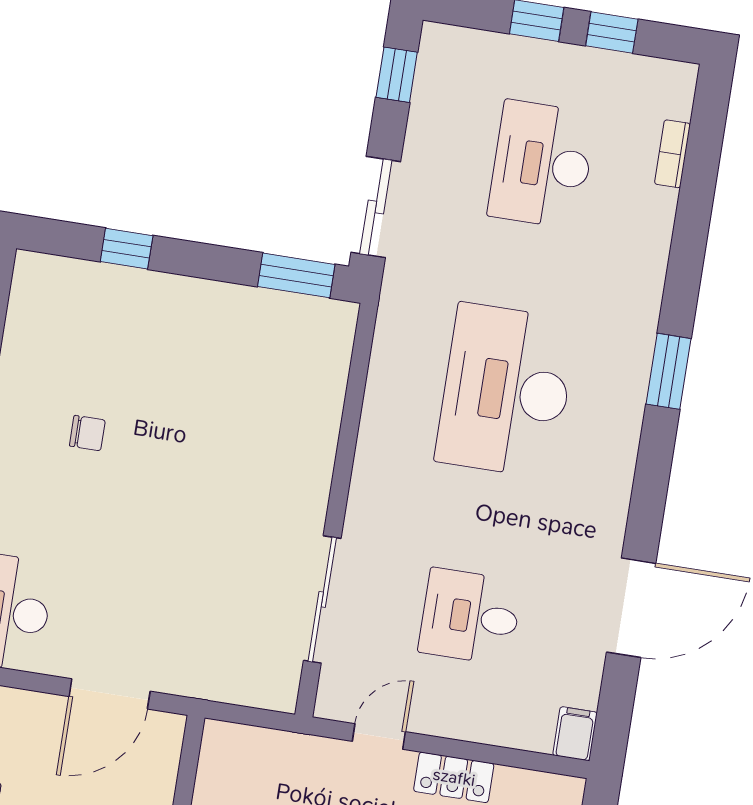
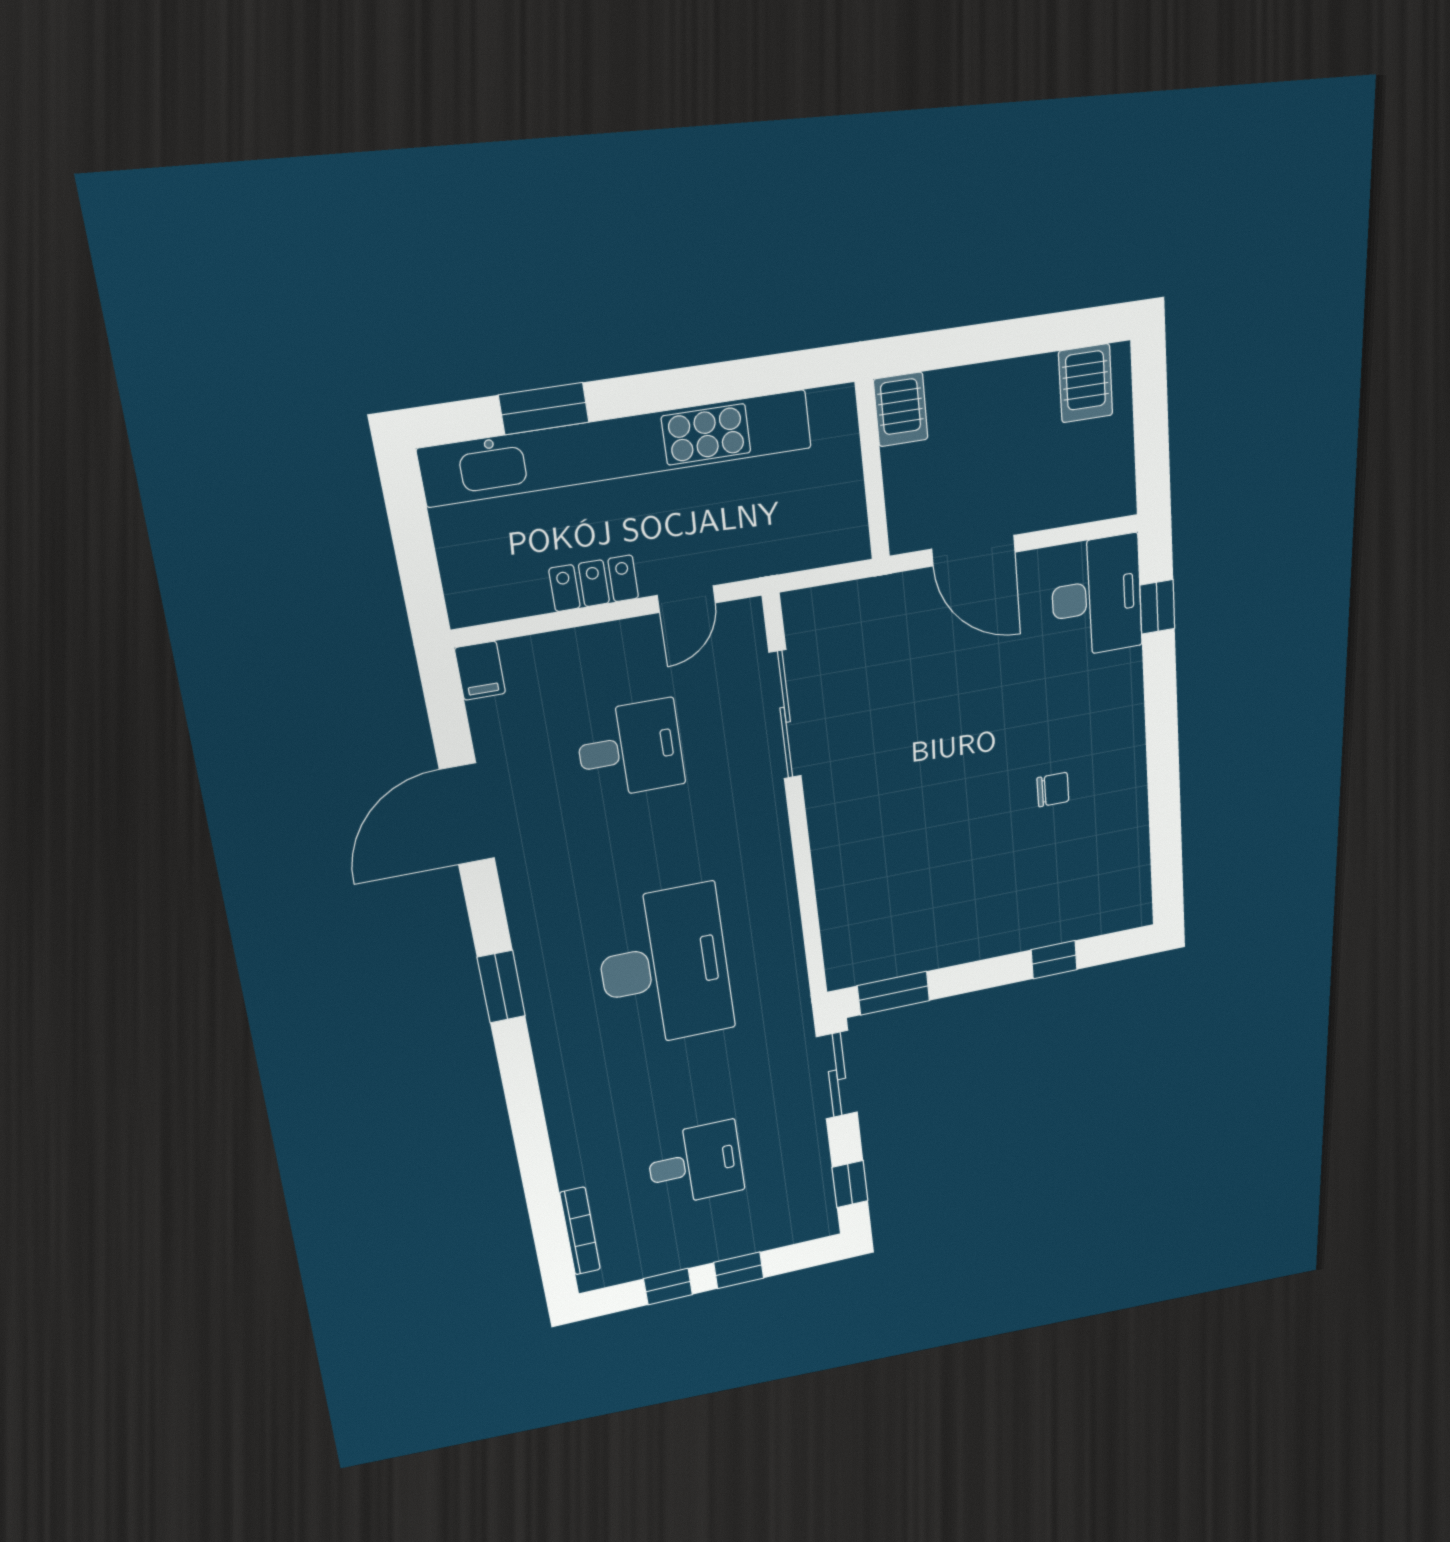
bookcase: (672, 154) -> (580, 1231), width x1.56
desk: (542, 164) -> (695, 1164), width x0.73
window: (668, 371) -> (501, 987), moved
chair: (87, 433) -> (1053, 790), turned 180
door: (110, 694) -> (974, 551), swing flipped

